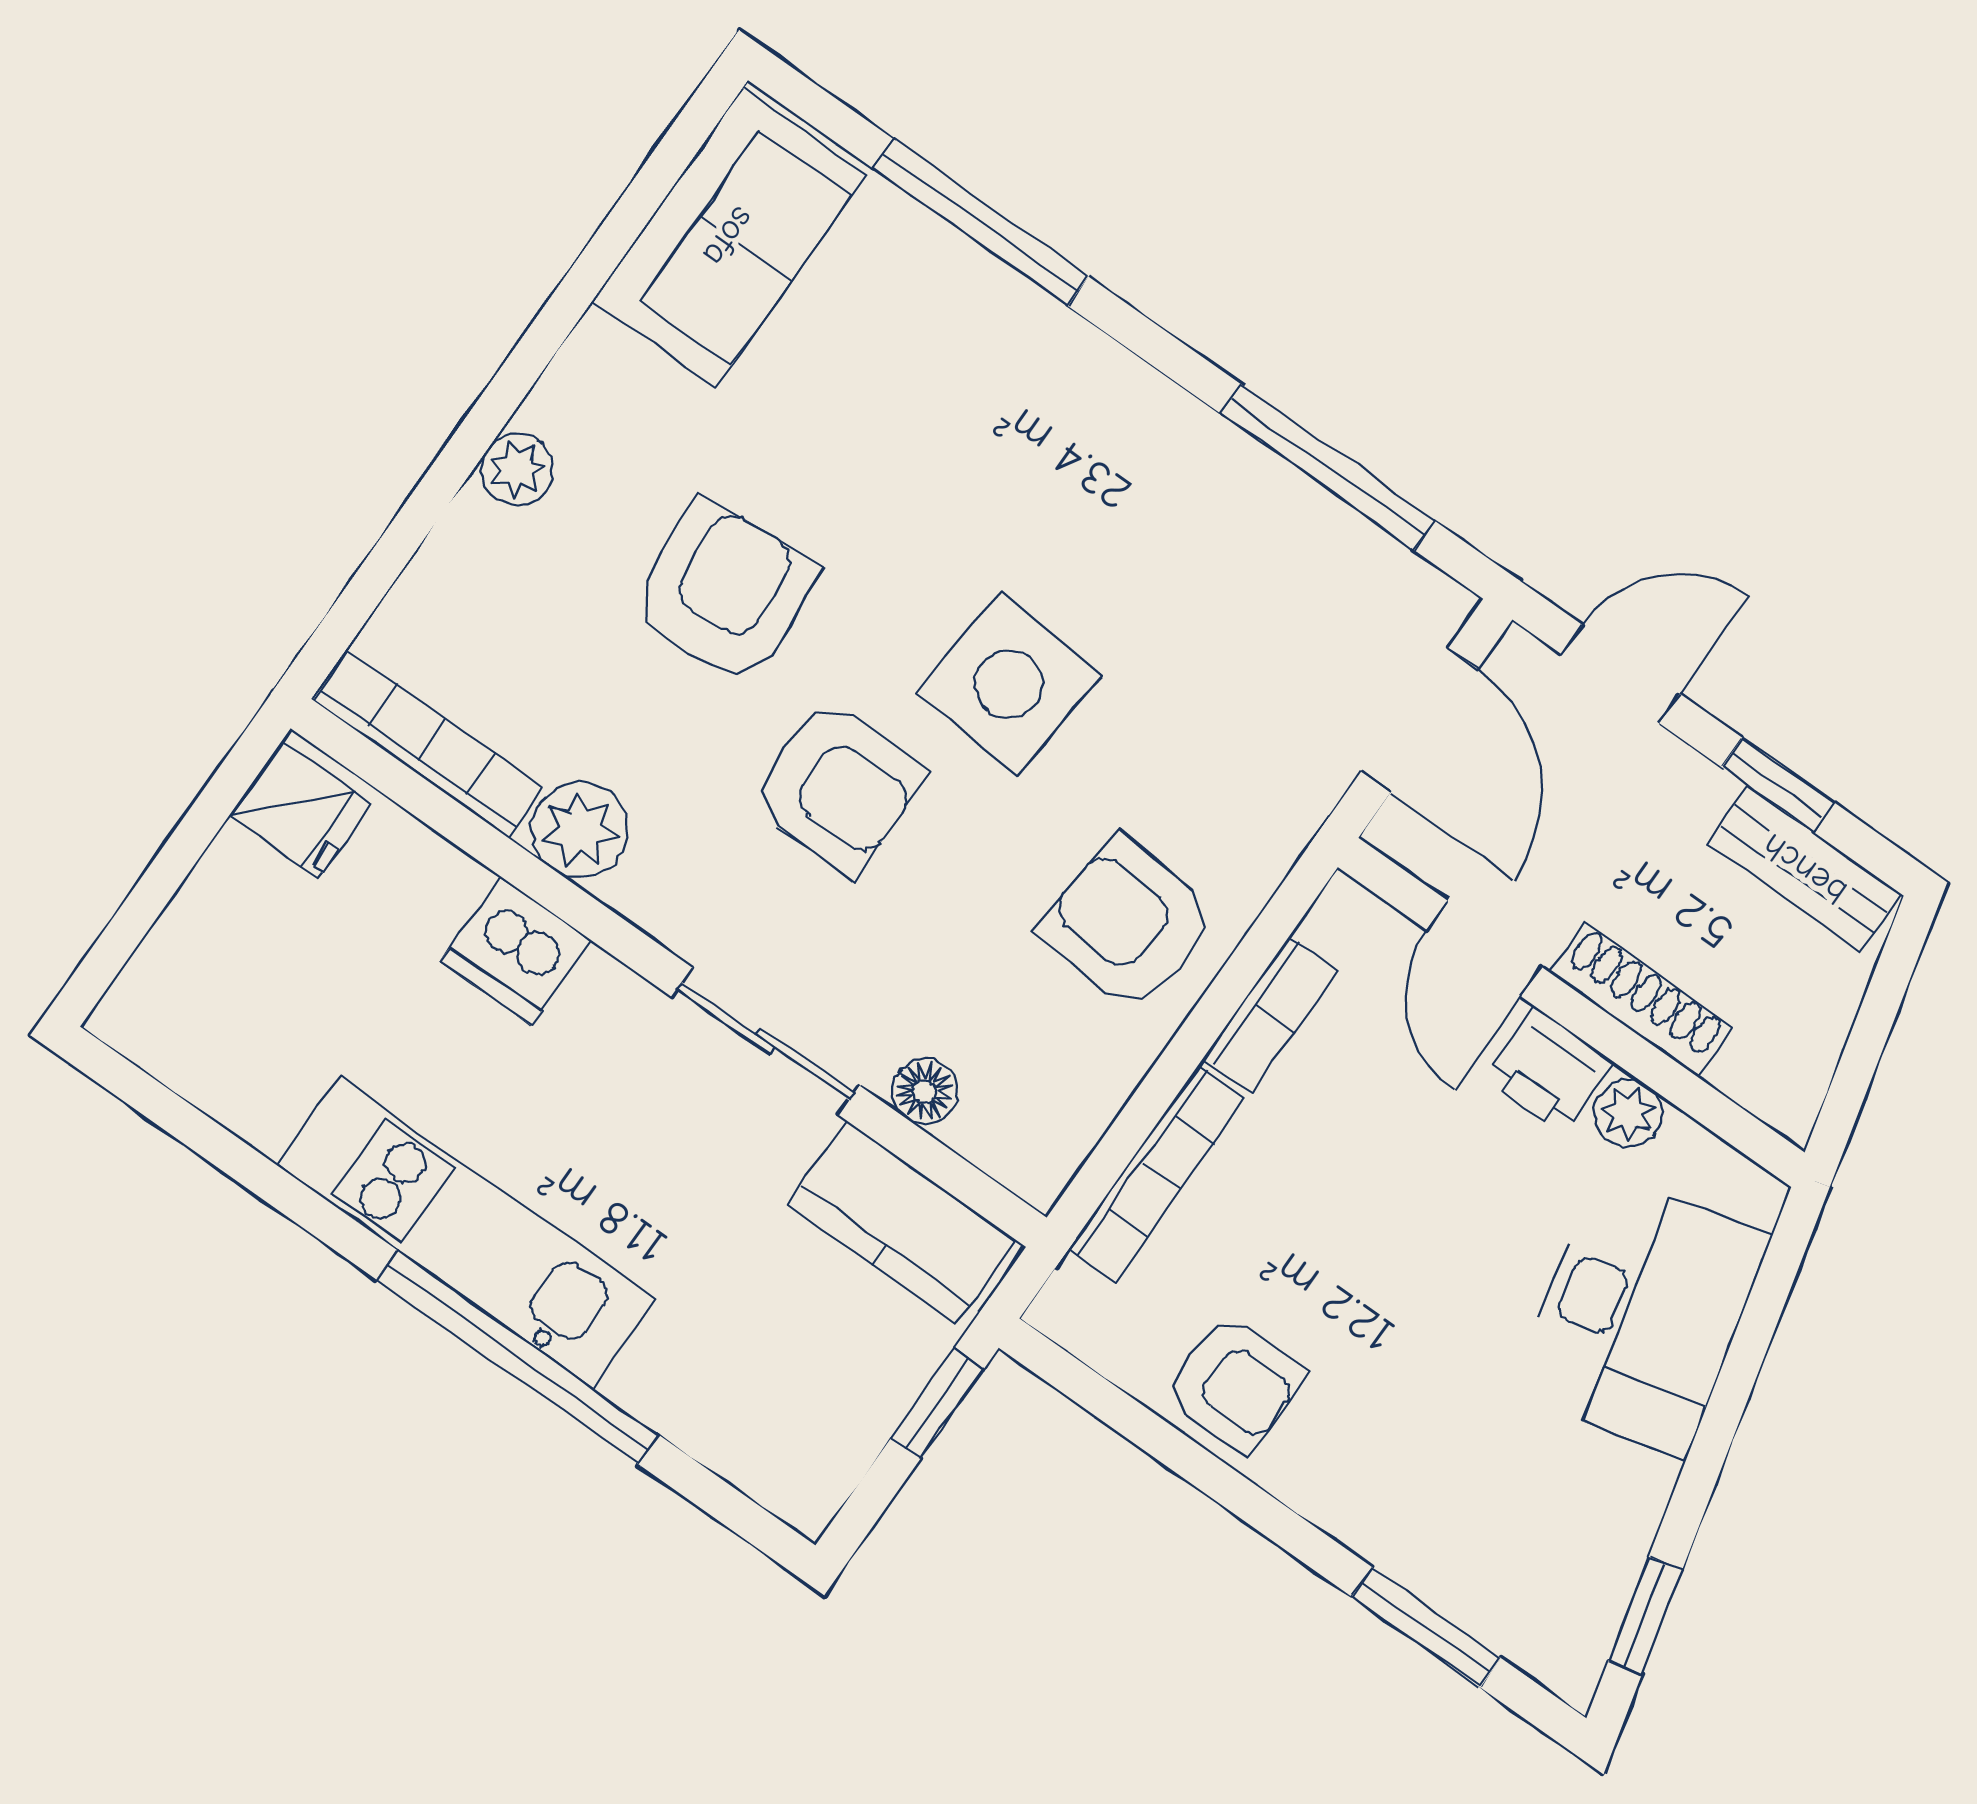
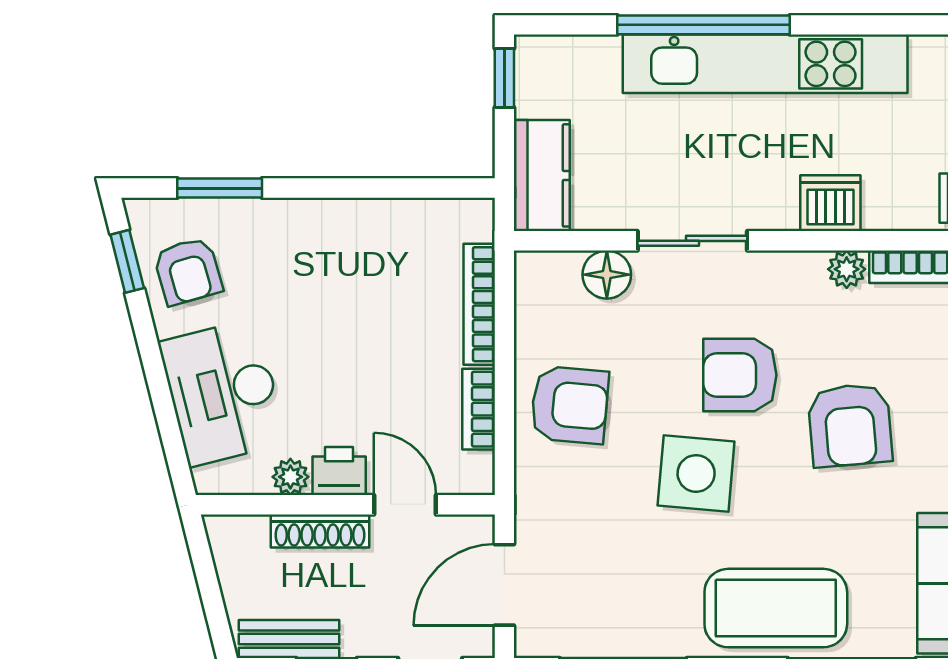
coffee table: (1032, 395) -> (776, 608), added
door: (1419, 720) -> (504, 585), hinge flipped
plant: (580, 830) -> (847, 269), width x0.73, depth x0.73
floor lamp: (925, 1092) -> (607, 275), width x1.37, depth x1.37
kitchen counter: (902, 1222) -> (542, 175), moved, turned 90
kitchen unit: (466, 1232) -> (765, 64), width x1.36
armchair: (1234, 1384) -> (188, 271), moved, turned -106
window: (937, 1404) -> (504, 78), moved

